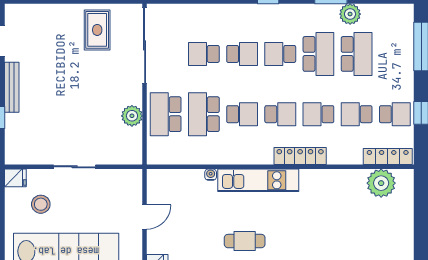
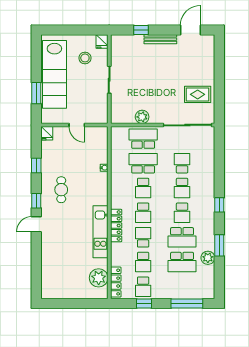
school desk: (280, 54) -> (182, 213), turned 180
school desk: (357, 114) -> (143, 262), turned 180
kitchen unit: (258, 180) -> (100, 232), moved

